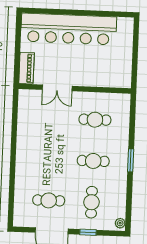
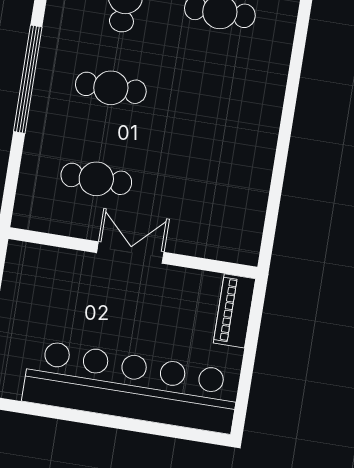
double door: (57, 88) -> (130, 252), moved
window: (131, 160) -> (28, 79), width x2.11

